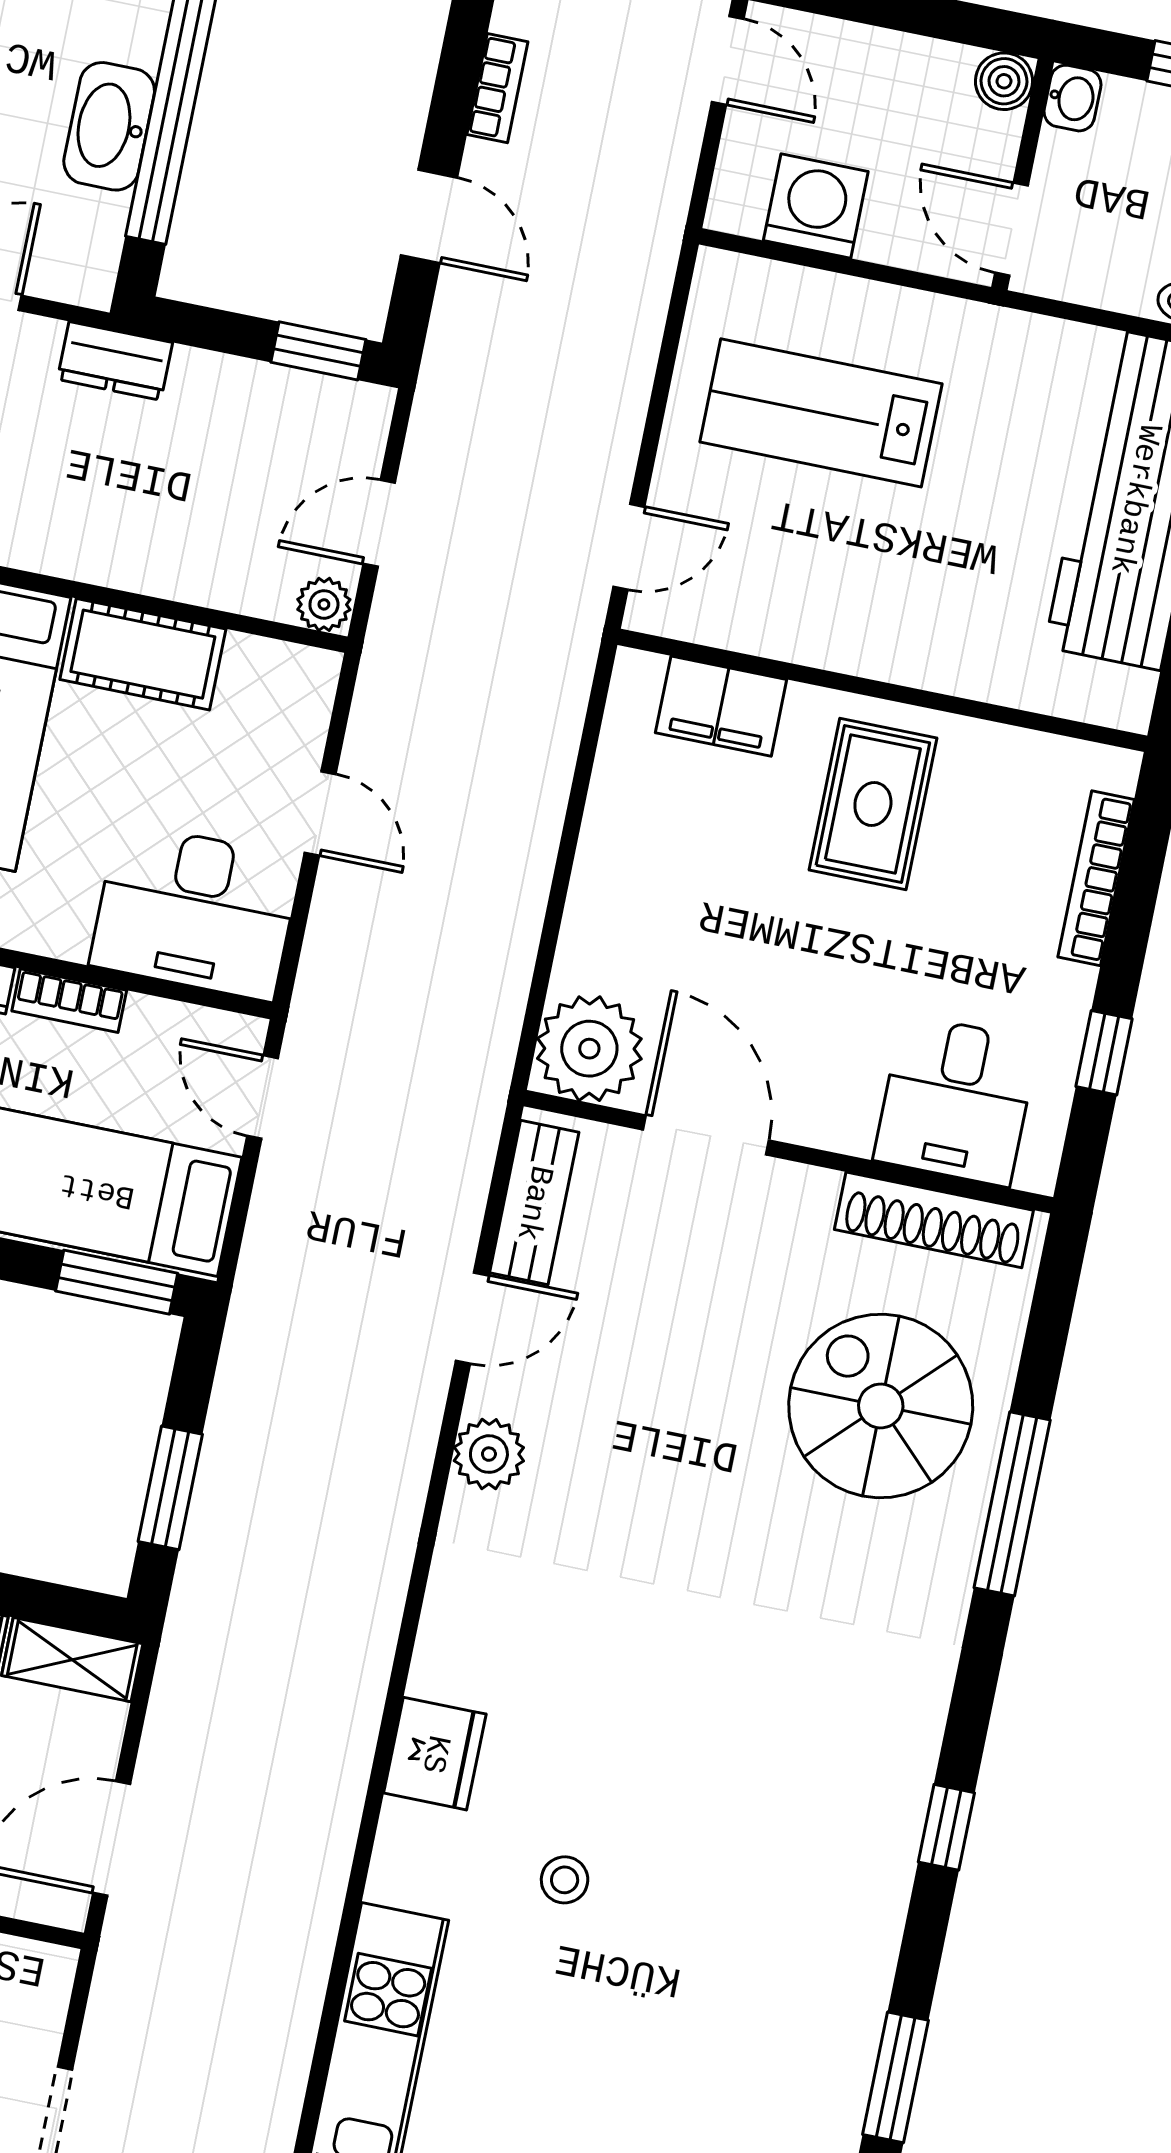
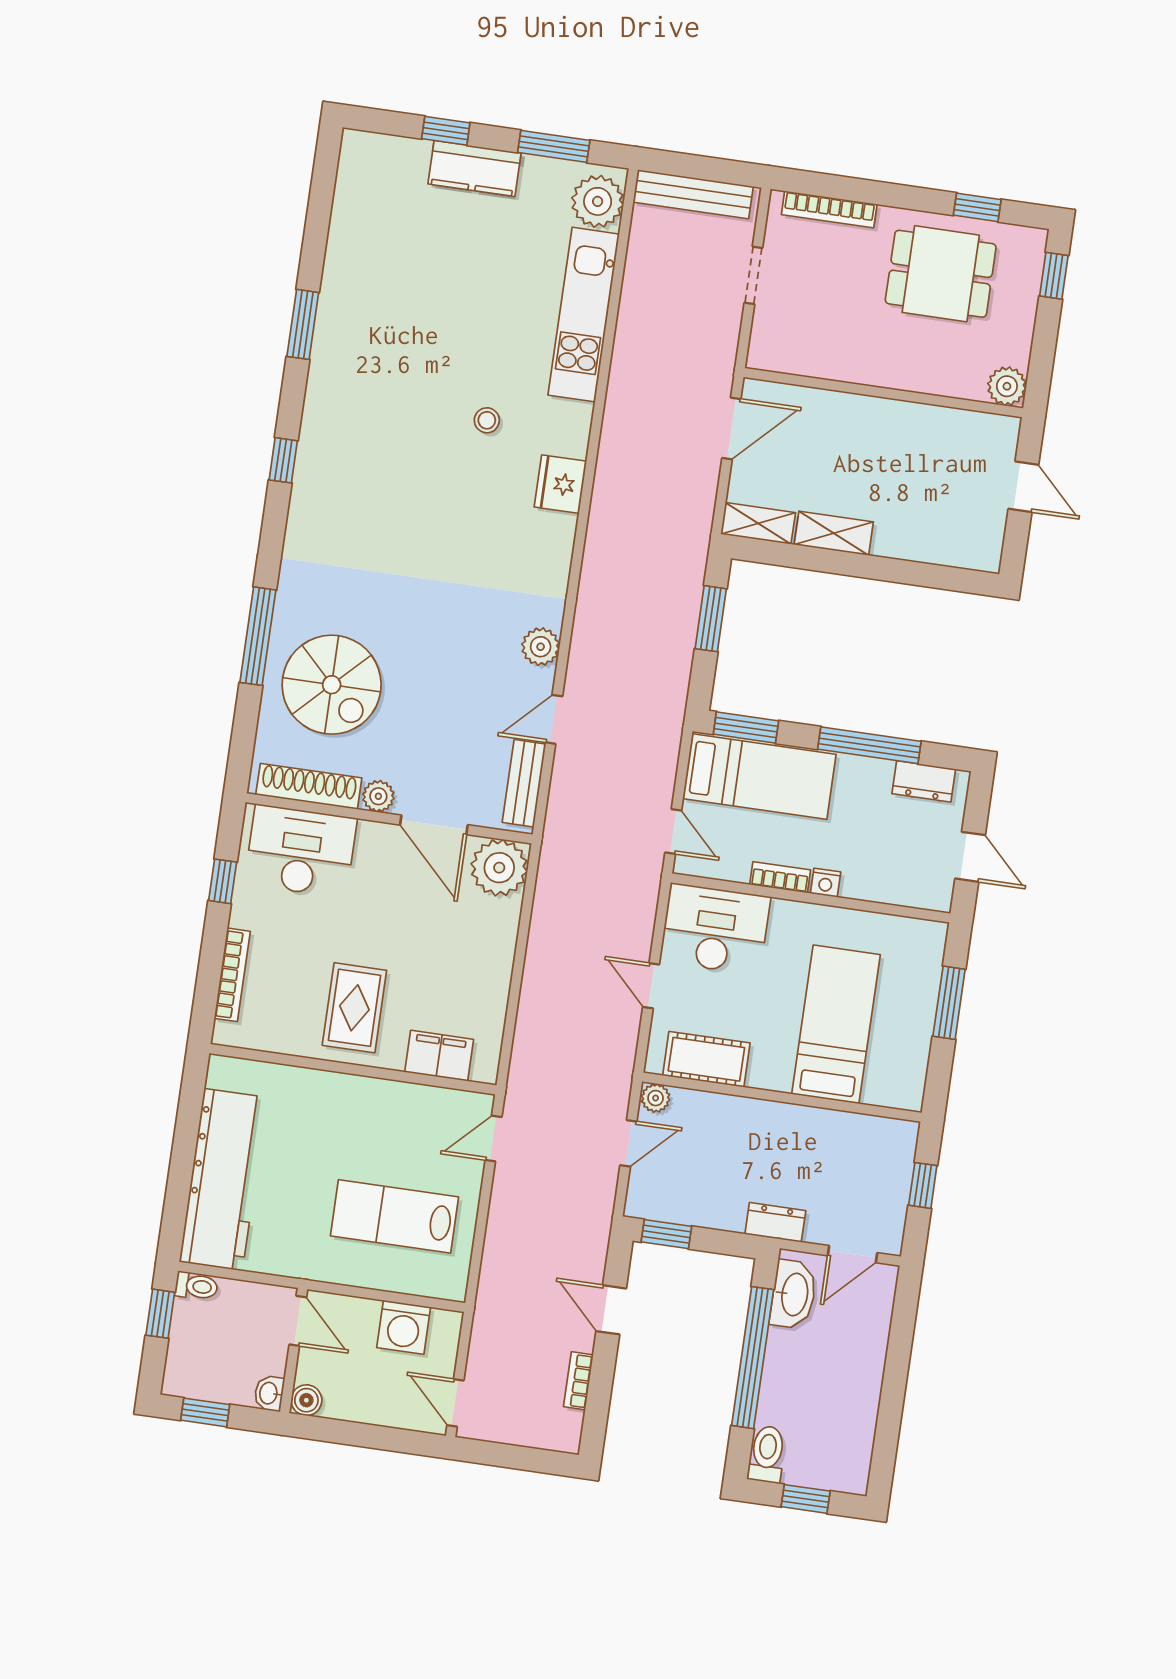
washbasin: (109, 126) -> (794, 1294), moved
lab bench: (821, 413) -> (394, 1216), turned 180
cot: (143, 654) -> (706, 1059), moved
desk: (956, 1100) -> (301, 851), width x1.37
plant: (806, 1194) -> (378, 796), added

